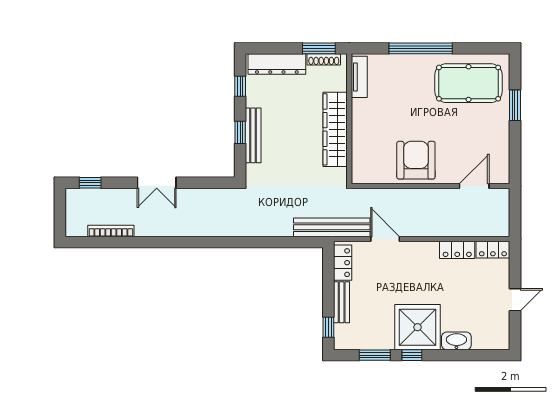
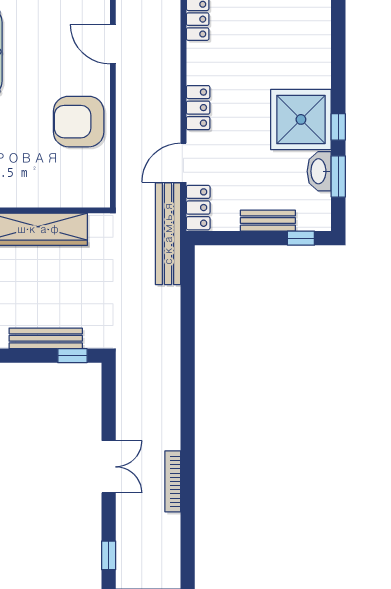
window: (240, 132) -> (72, 356), moved
bookcase: (111, 231) -> (173, 481), moved
locker: (457, 250) -> (198, 108), moved
locker: (343, 263) -> (198, 208), moved, turned 90
washbasin: (456, 341) -> (319, 171), moved

